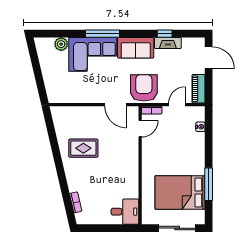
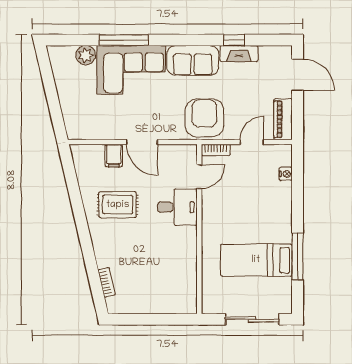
window: (102, 34) -> (124, 40), moved
door: (116, 105) -> (142, 142), moved
filing cabinet: (81, 114) -> (114, 156), added
bed: (180, 192) -> (256, 260), width x0.67
desk: (125, 212) -> (177, 207), moved

